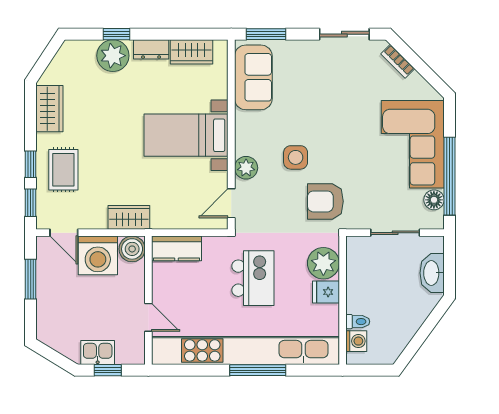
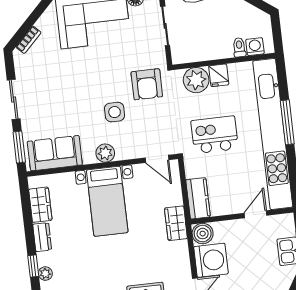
sliding door: (344, 34) -> (14, 99), moved
plant: (113, 56) -> (45, 274), width x0.53, depth x0.53
plant: (246, 168) -> (105, 153), moved
wardrobe: (129, 217) -> (176, 223), moved

